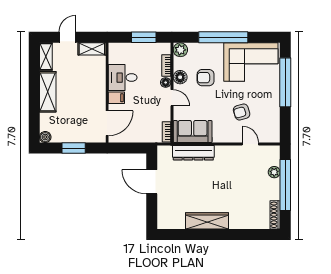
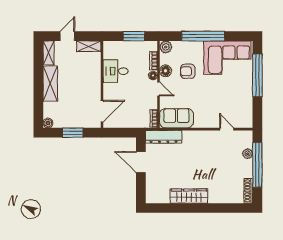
filing cabinet: (116, 98) -> (110, 89), removed
armchair: (242, 112) -> (219, 101), removed
dresser: (193, 153) -> (164, 137), moved

